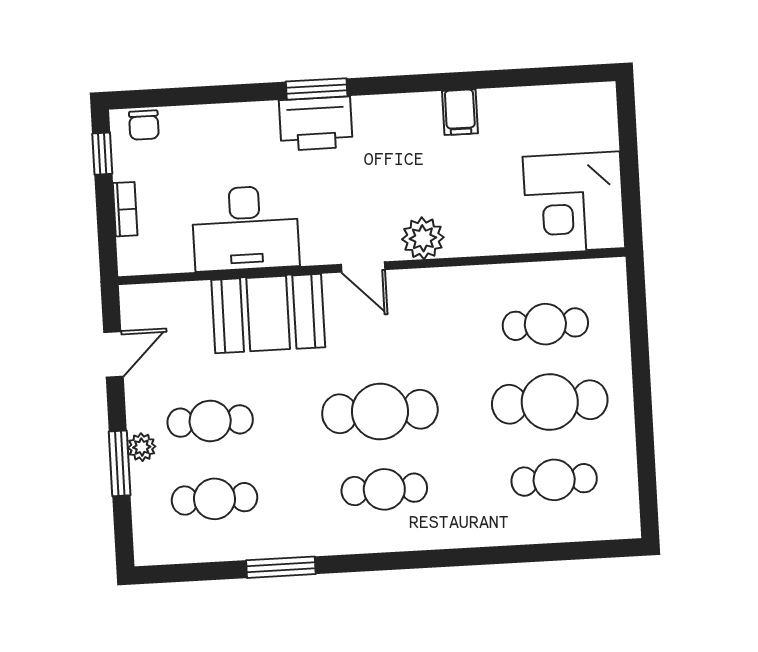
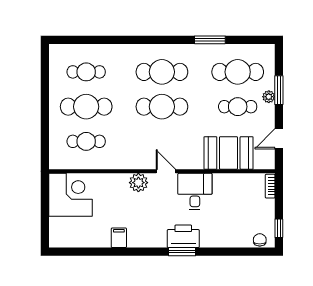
bookcase: (125, 209) -> (270, 186), moved
desk: (245, 228) -> (195, 191), moved, width x0.73
booth: (268, 314) -> (228, 153), moved
cafe table: (384, 489) -> (162, 72), width x1.37, depth x1.35
cafe table: (214, 499) -> (238, 72), width x1.37, depth x1.35

